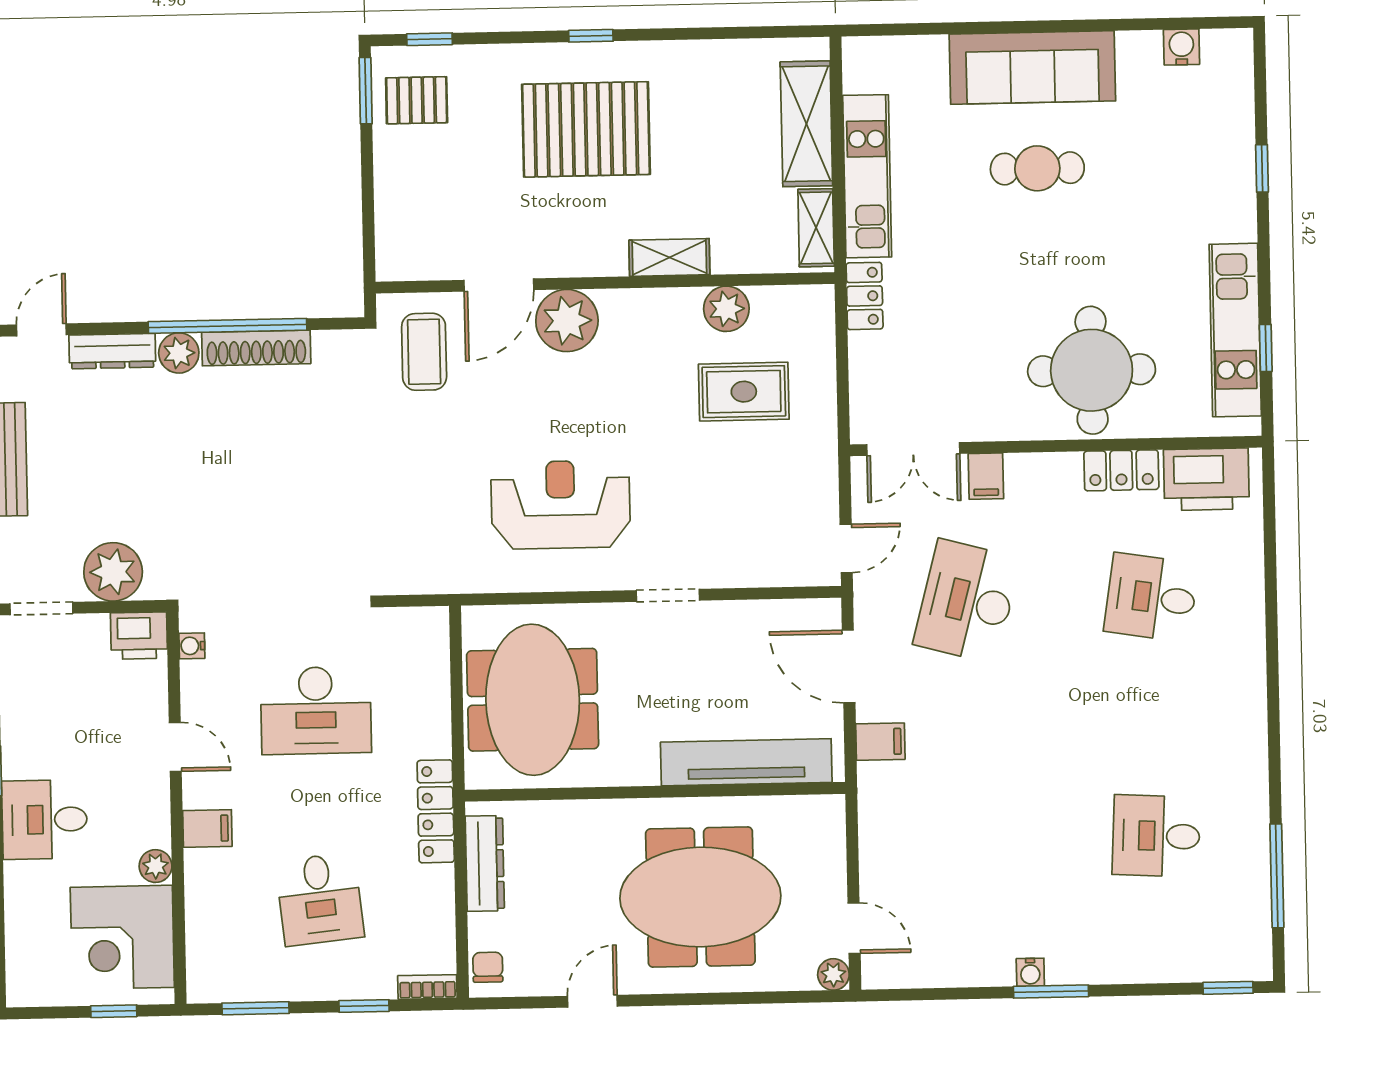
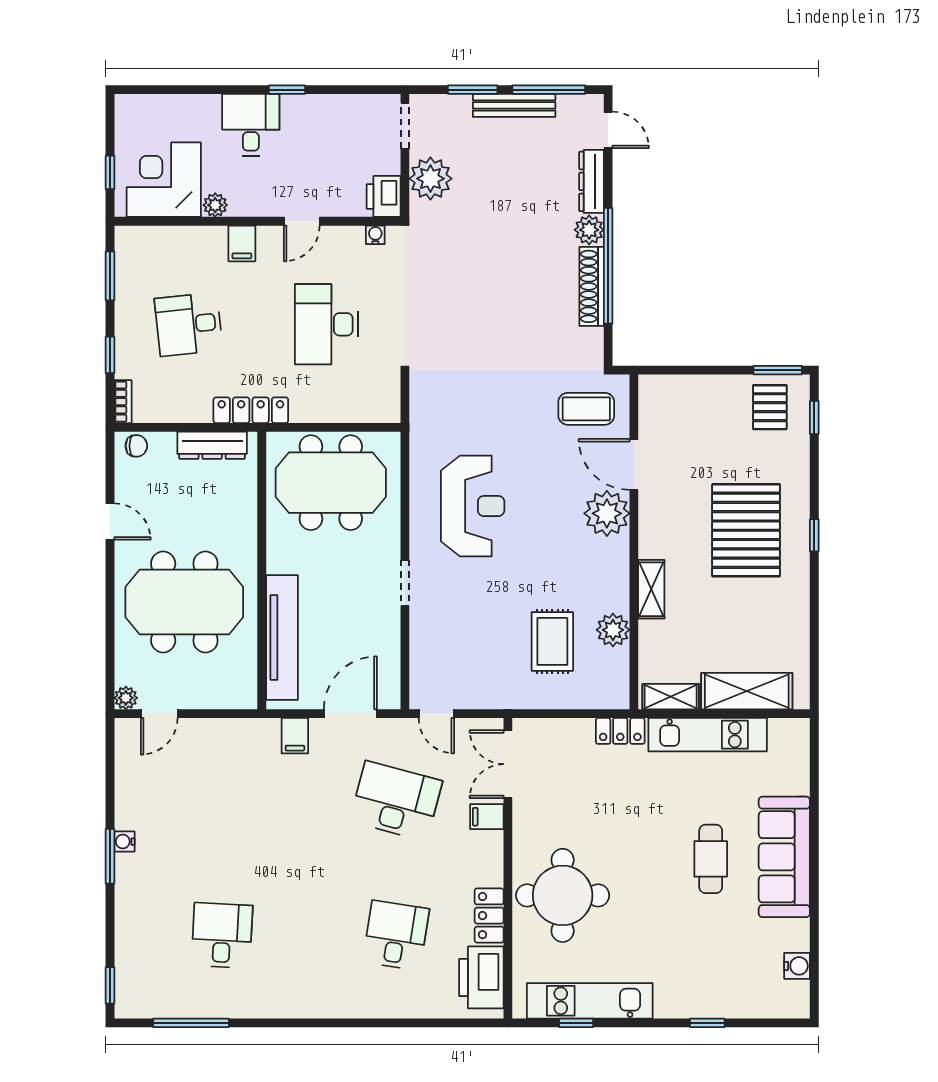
meeting table: (700, 897) -> (184, 602), turned 90

